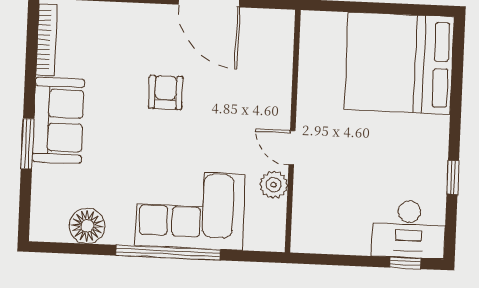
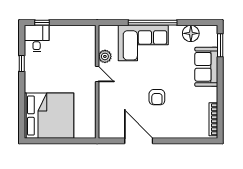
sofa: (58, 120) -> (206, 67), moved
window: (27, 144) -> (220, 45), moved
desk: (409, 229) -> (37, 38), width x0.73

